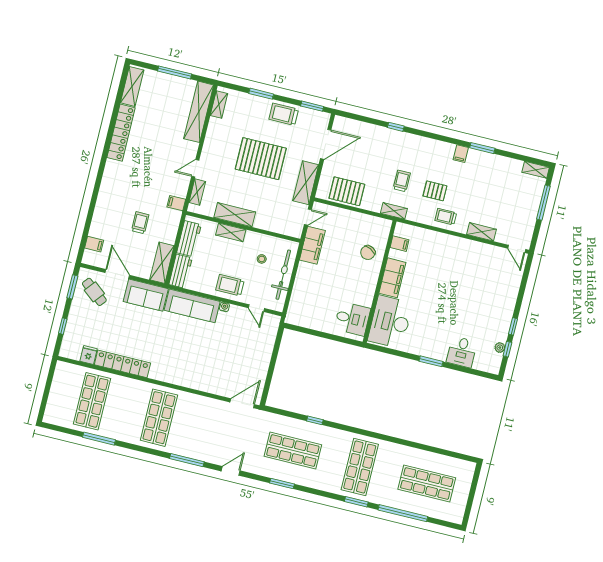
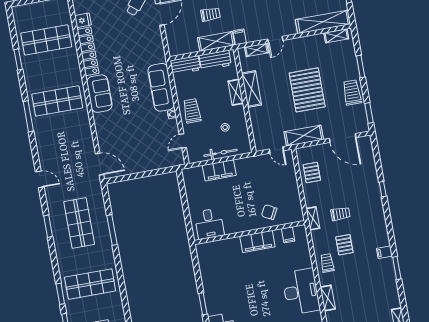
door: (195, 168) -> (275, 40), swing flipped
pallet: (347, 191) -> (312, 173), width x0.67, depth x0.71
filing cabinet: (312, 245) -> (219, 170), moved
shelving: (162, 263) -> (216, 41), moved
bicycle: (283, 275) -> (220, 153), width x0.73, depth x0.71
sofa: (146, 295) -> (99, 94), moved, turned 180
desk: (390, 322) -> (301, 292), moved, turned 90
window: (315, 420) -> (112, 230), width x2.17
window: (99, 439) -> (18, 59), width x0.69
window: (187, 460) -> (28, 116), moved

